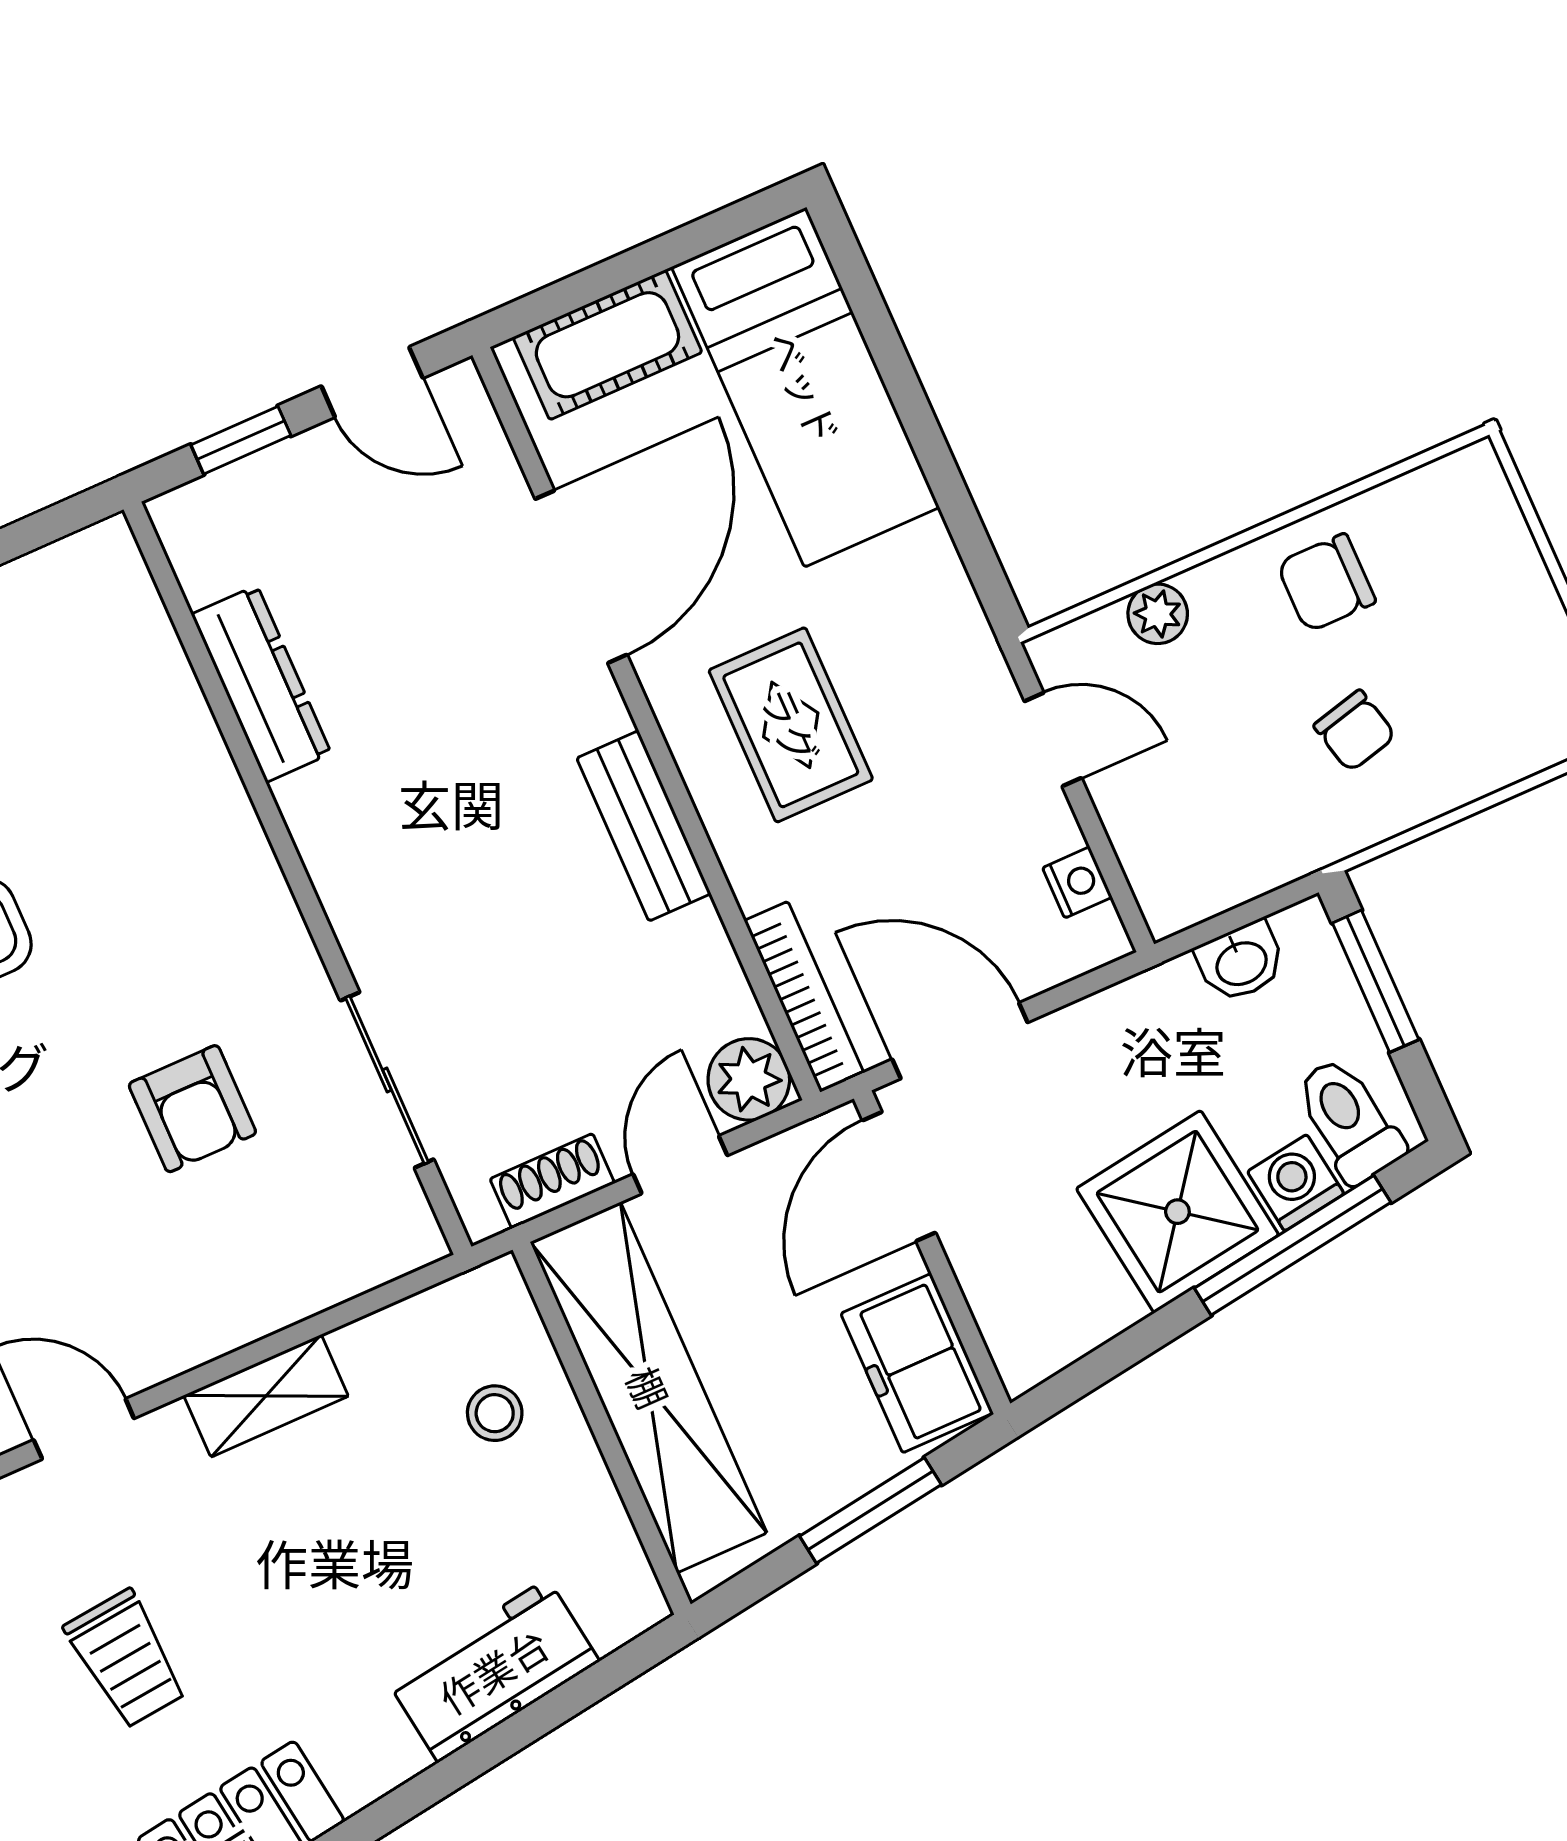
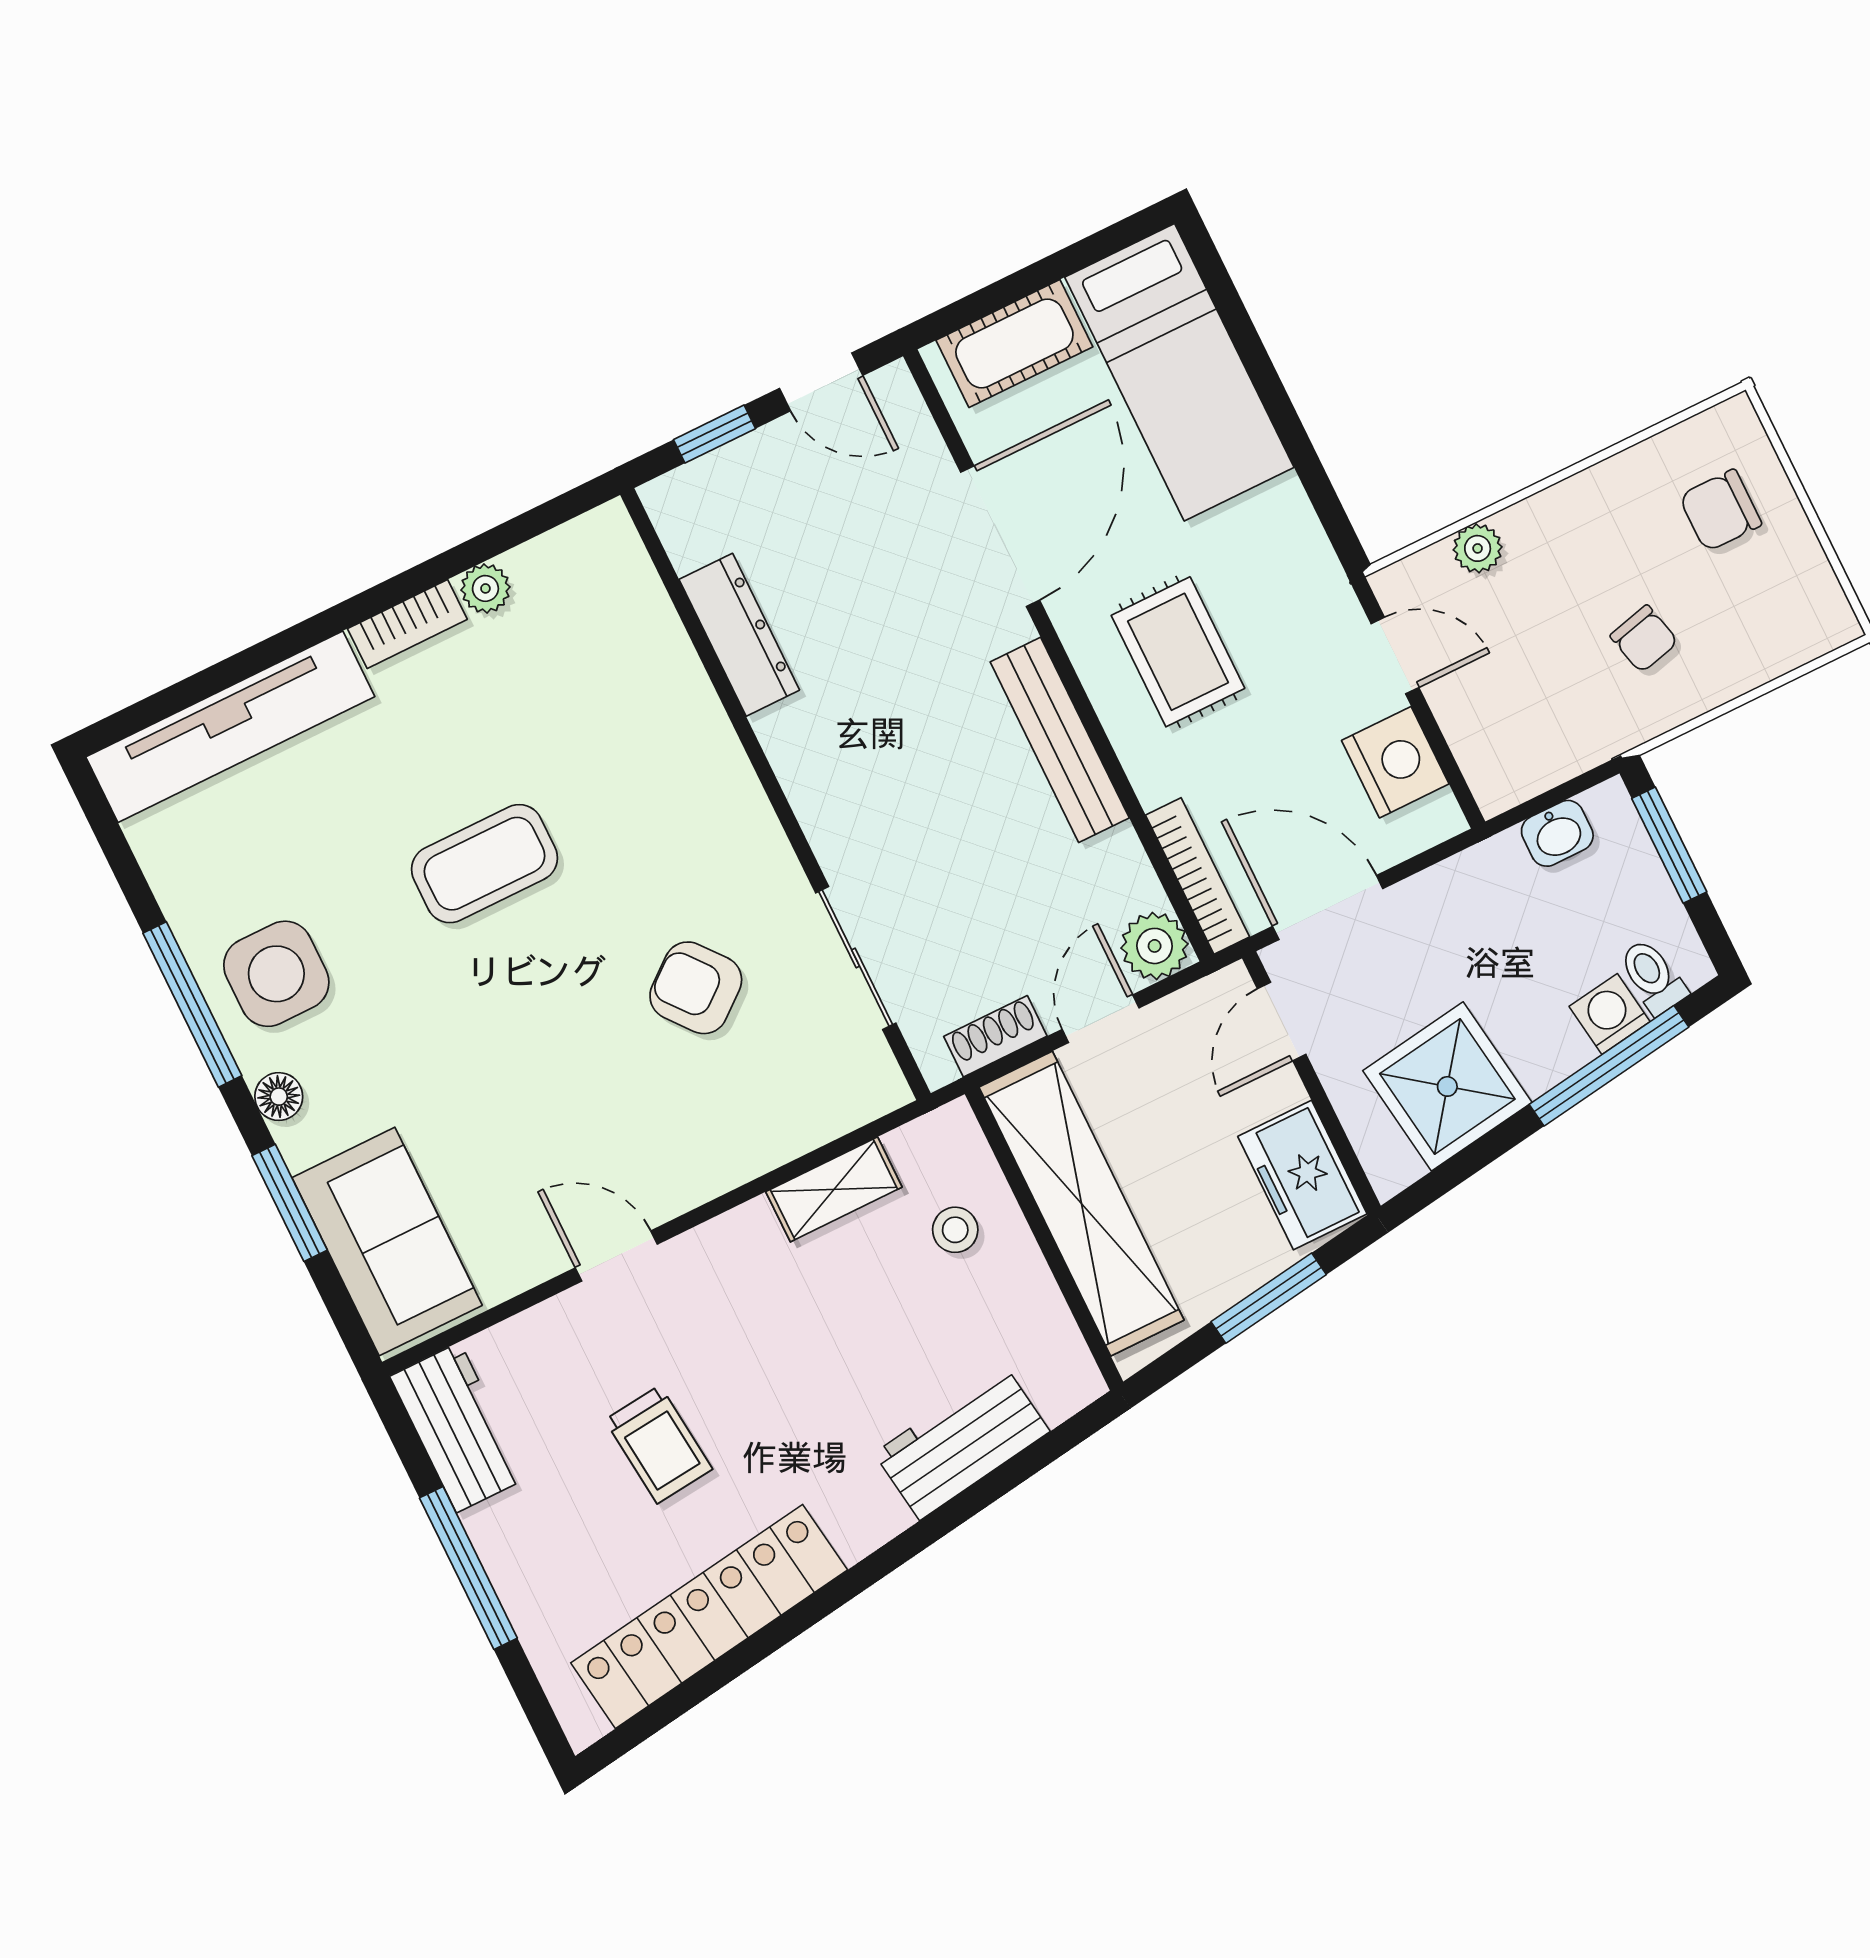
chair: (1326, 583) -> (1720, 510), moved
bench: (644, 826) -> (1060, 740), width x1.36
nightstand: (1077, 882) -> (1395, 762), width x1.89, depth x1.79
armchair: (192, 1109) -> (696, 988), turned 141
toilet: (1349, 1120) -> (1653, 977), width x0.73, depth x0.72
door: (899, 1176) -> (1282, 1021), width x0.73
shower: (1177, 1212) -> (1447, 1086), moved
shelving: (266, 1396) -> (834, 1189), moved

